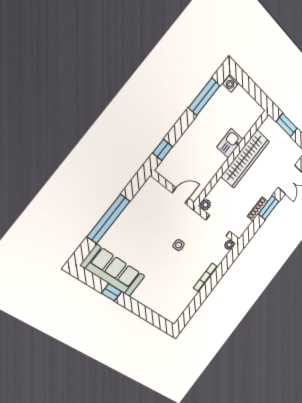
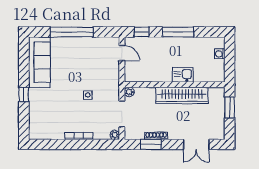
washing machine: (231, 83) -> (220, 54), moved
window: (204, 97) -> (178, 32), moved
door: (181, 196) -> (122, 53), moved
window: (269, 208) -> (151, 144), moved
window: (112, 292) -> (24, 95), moved

